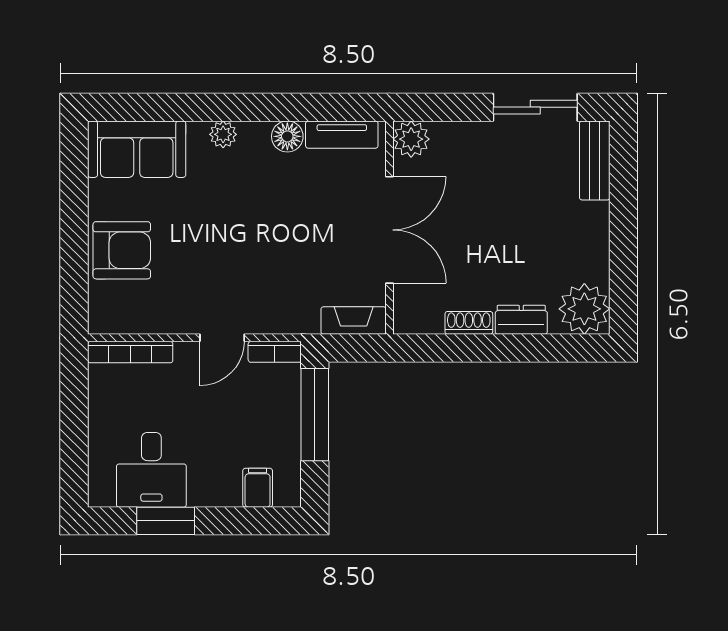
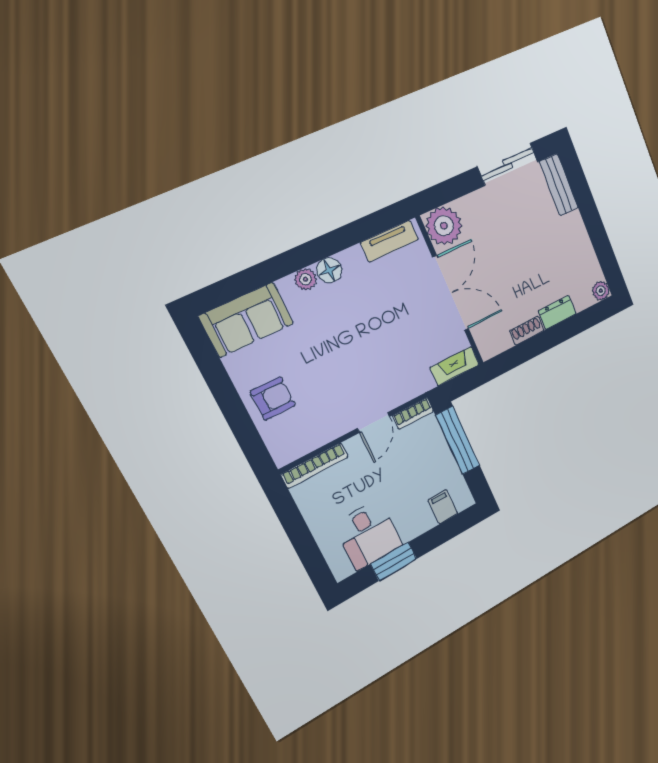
floor lamp: (287, 136) -> (329, 270), moved
plant: (411, 139) -> (444, 226), width x1.36, depth x1.36
armchair: (122, 250) -> (273, 398), width x0.72, depth x0.72
plant: (584, 309) -> (601, 291), width x0.53, depth x0.53

